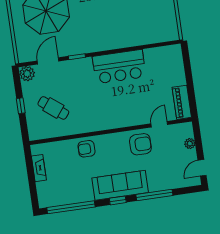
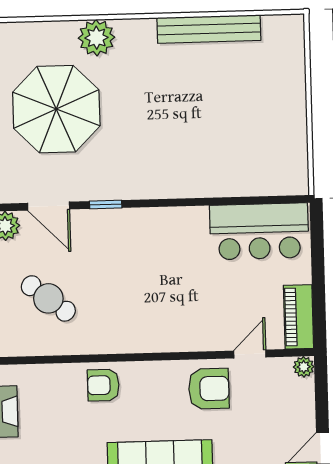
door: (48, 61) -> (49, 206), swing flipped
bar counter: (119, 67) -> (259, 231), moved
plant: (190, 144) -> (304, 367), moved

